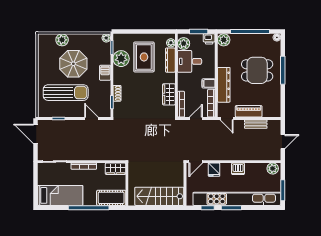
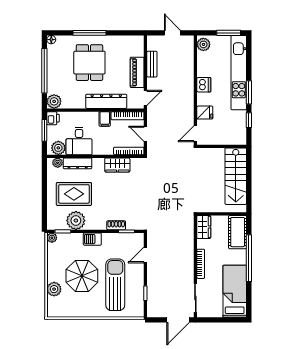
door: (36, 134) -> (178, 320), moved
door: (196, 162) -> (195, 134), swing flipped
kitchen unit: (237, 199) -> (239, 73), width x0.73

